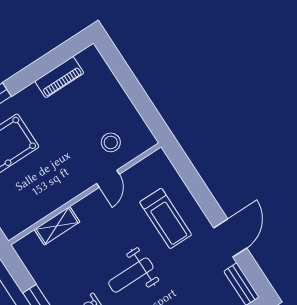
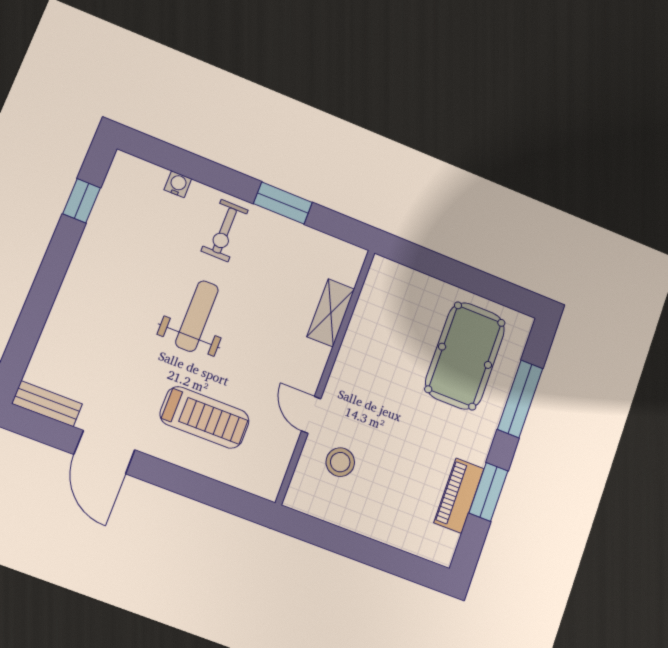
window: (41, 67) -> (488, 492), added
treadmill: (166, 218) -> (205, 417), turned 180

